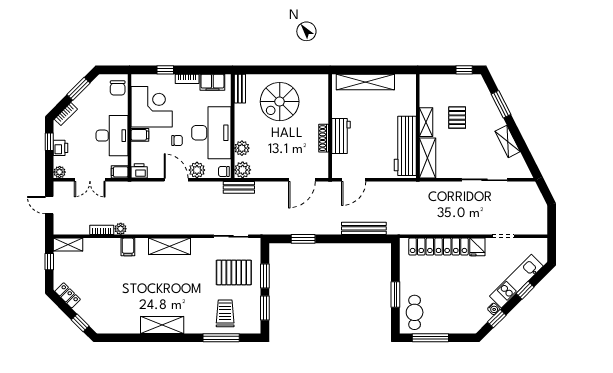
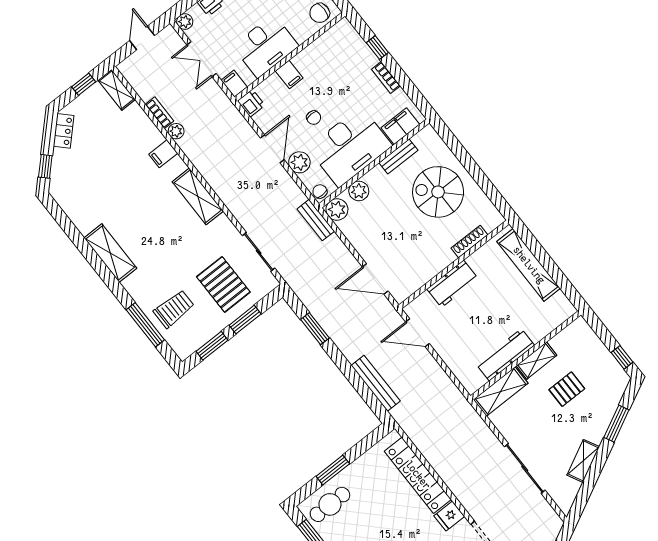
filing cabinet: (212, 82) -> (400, 126), moved, turned 90
bench: (240, 89) -> (398, 156), moved
corner desk: (152, 107) -> (328, 64), removed
shoe rack: (324, 138) -> (469, 241), moved
workbench: (405, 146) -> (505, 355), width x0.73, depth x0.76

